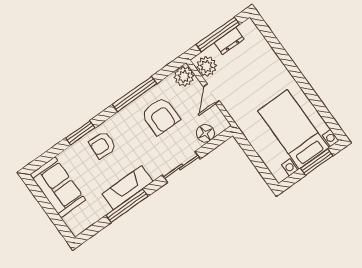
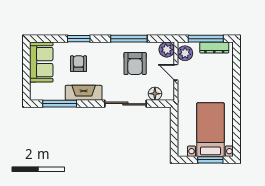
dresser: (229, 41) -> (214, 48), width x1.44
door: (211, 94) -> (176, 72), hinge flipped
armchair: (103, 145) -> (79, 64), moved, turned 87
sliding door: (181, 167) -> (125, 104), width x1.37
window: (127, 206) -> (60, 104), moved

